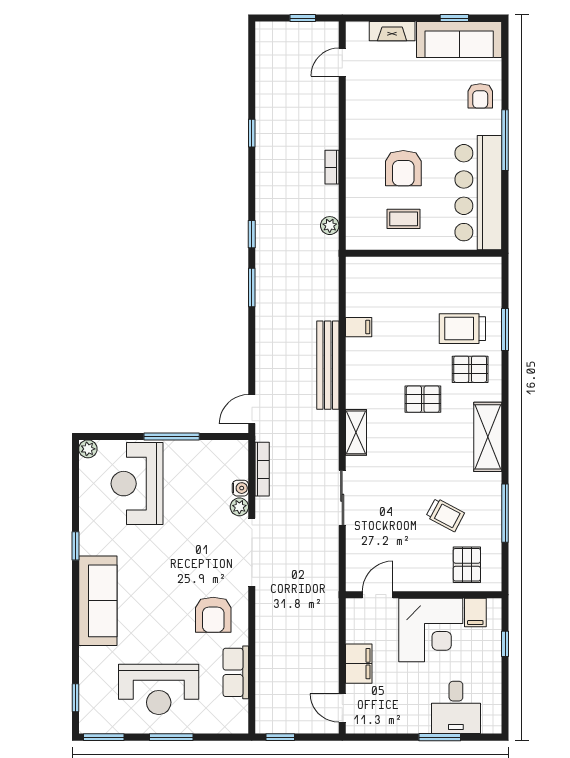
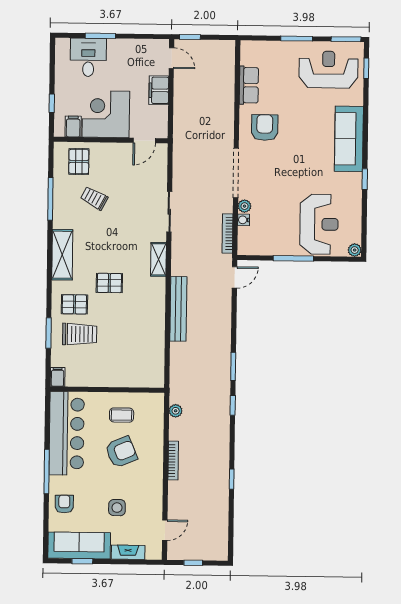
side table: (408, 92) -> (117, 508), added
bookcase: (332, 167) -> (173, 460), width x1.56
armchair: (403, 168) -> (121, 452), turned 67
filing cabinet: (359, 327) -> (58, 377), moved, turned 90
reception desk: (159, 689) -> (329, 70), moved
window: (280, 737) -> (190, 37), moved

